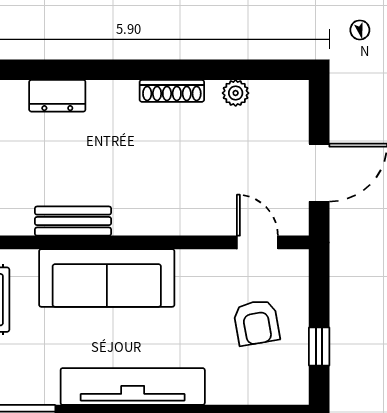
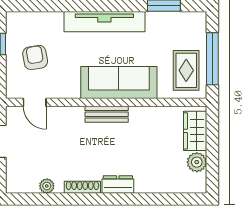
dresser: (57, 96) -> (118, 184), moved
bench: (73, 221) -> (107, 114), moved

